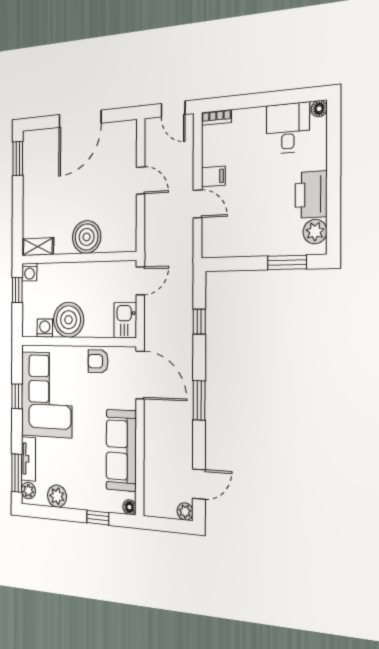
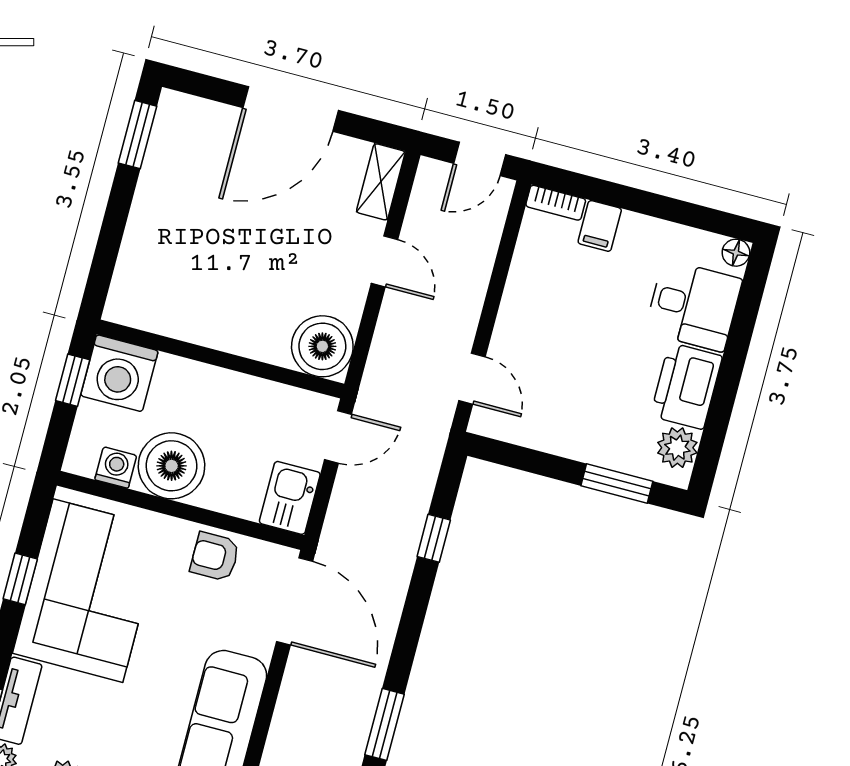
door: (173, 109) -> (480, 159), hinge flipped
desk: (288, 128) -> (693, 305), moved, turned 90
filing cabinet: (213, 176) -> (600, 226), moved, turned 90
door: (198, 204) -> (472, 379), moved
boiler: (87, 237) -> (322, 346), moved
shelving: (38, 247) -> (381, 182), moved, turned 90
washing machine: (29, 272) -> (119, 373), width x1.89, depth x1.89
window: (199, 400) -> (385, 724), moved

